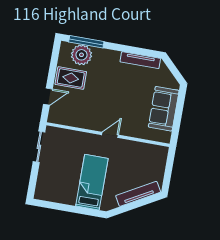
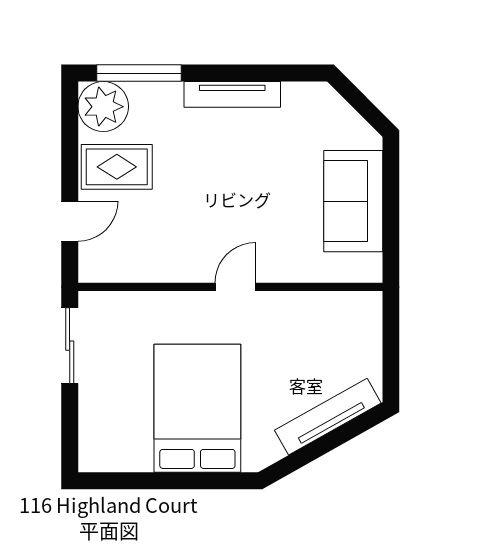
plant: (81, 55) -> (103, 107), moved
tv unit: (140, 60) -> (232, 94), moved
bed: (92, 182) -> (197, 408), width x1.50

